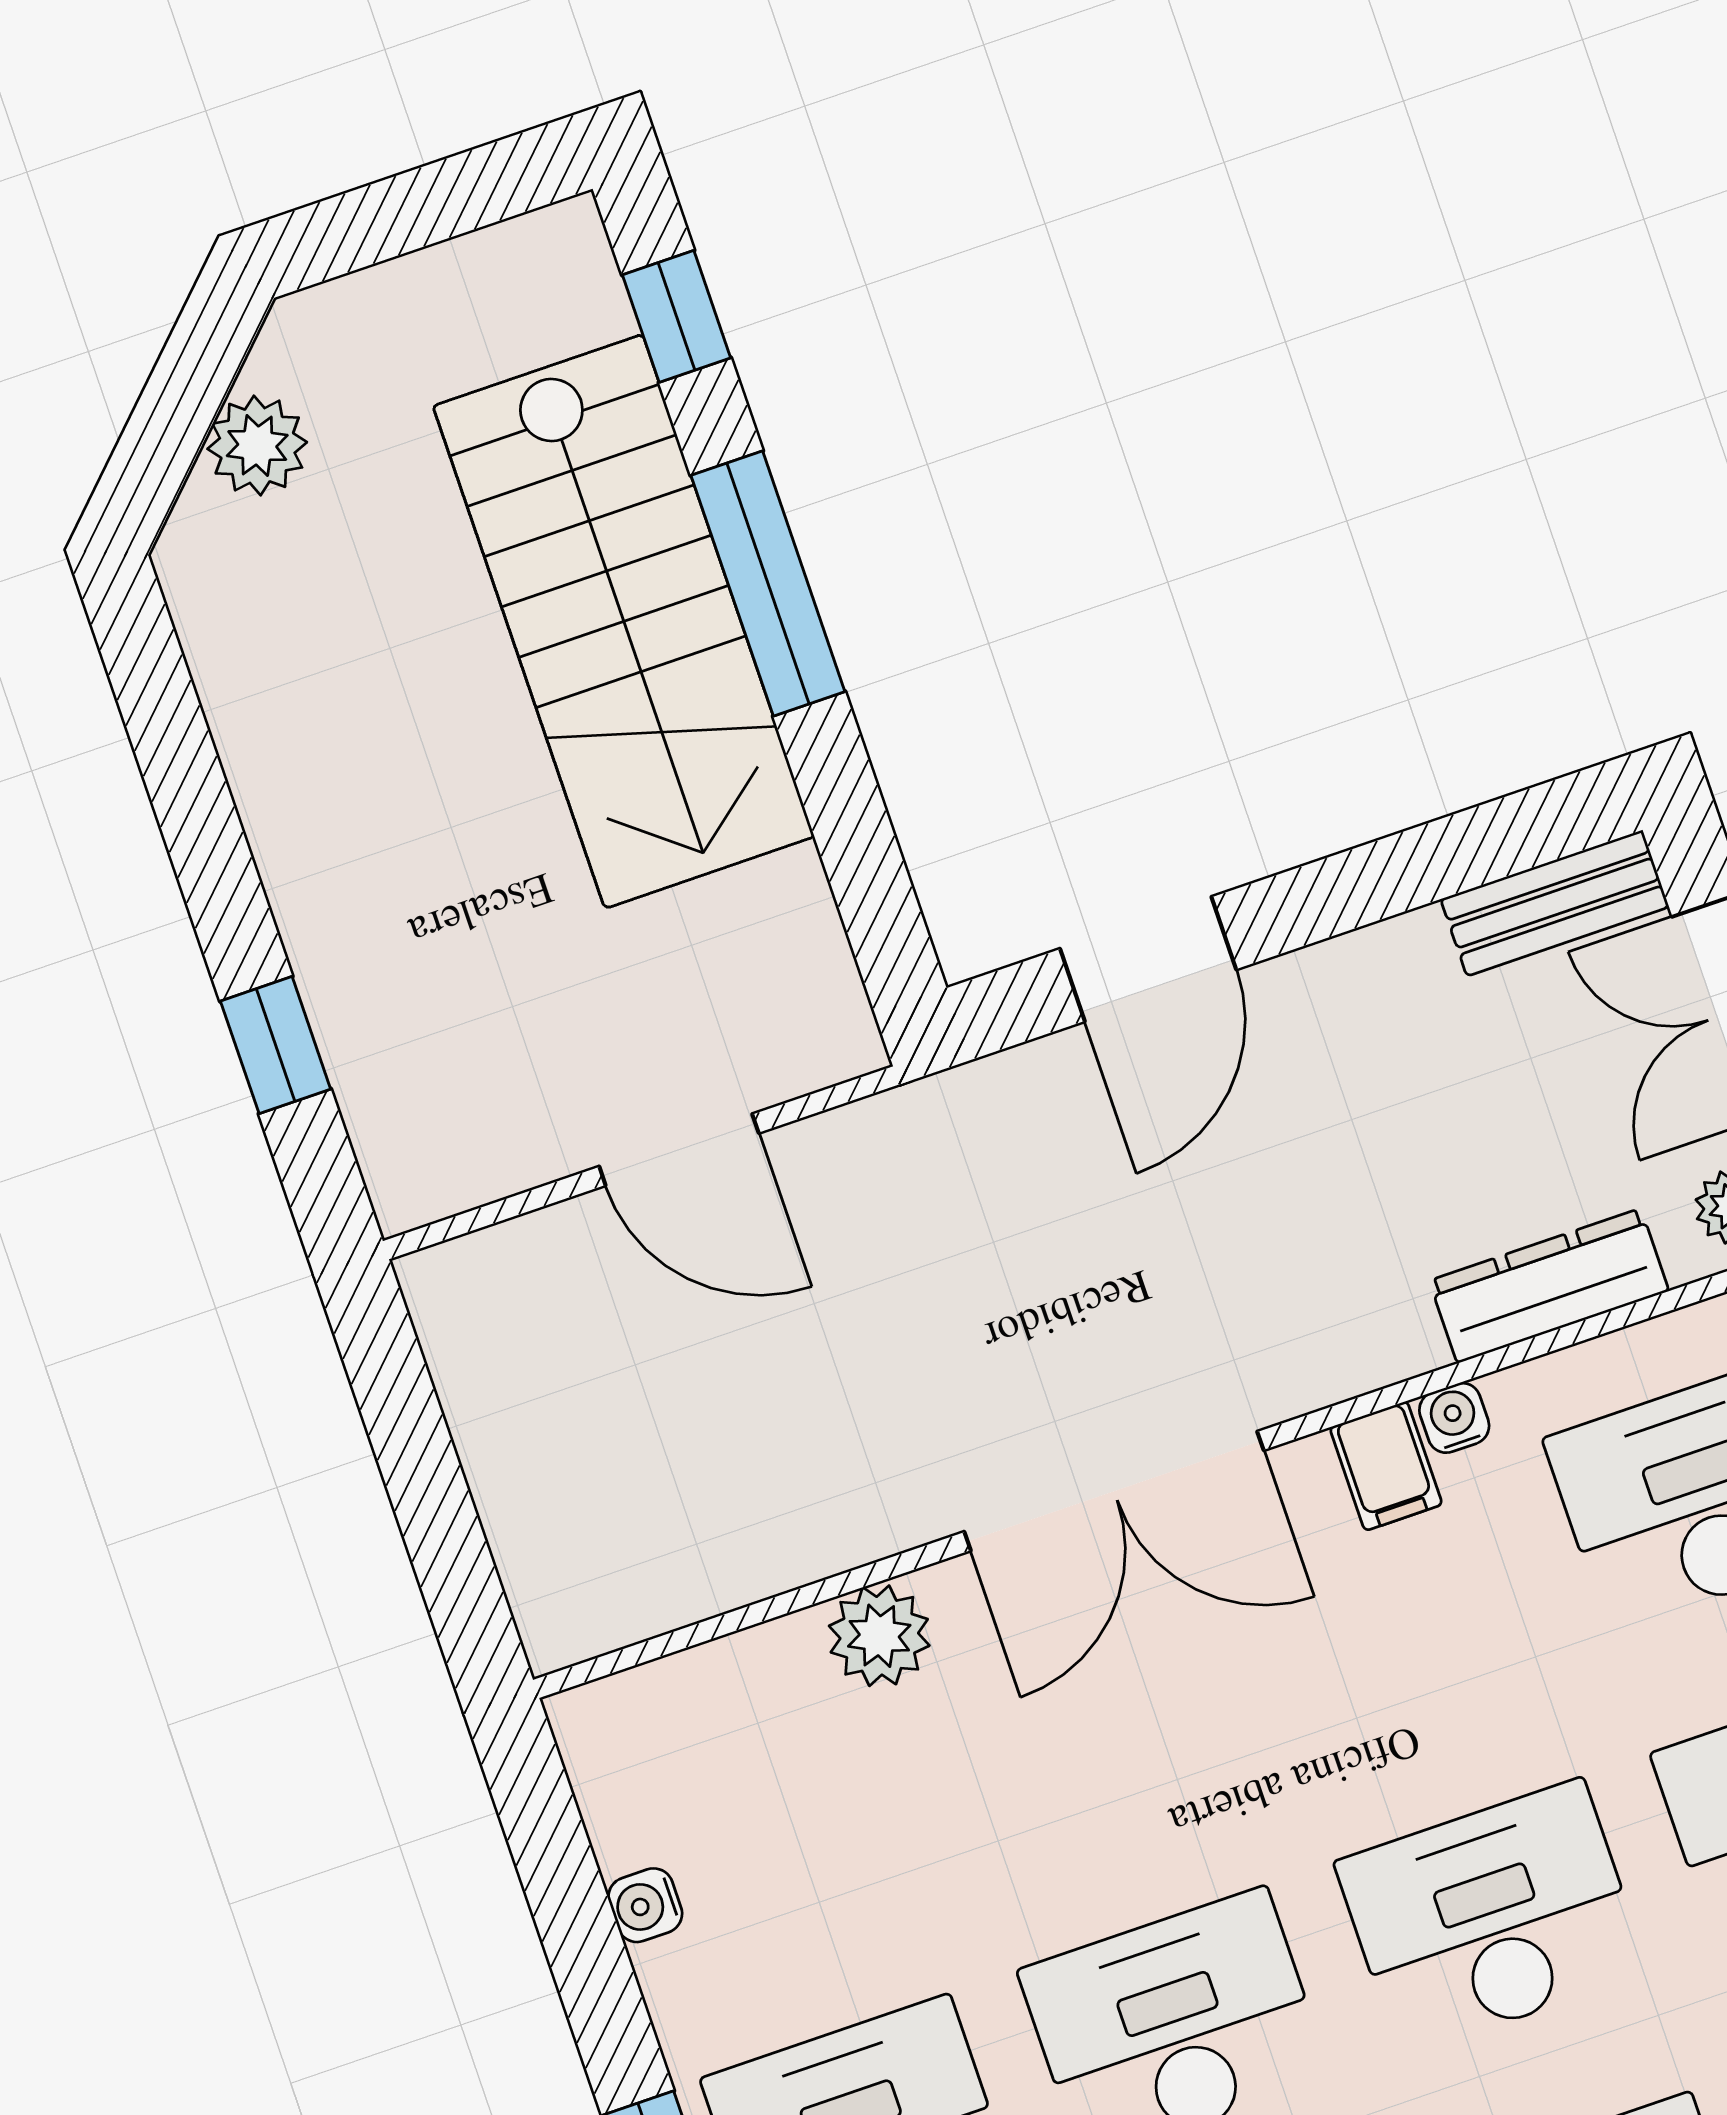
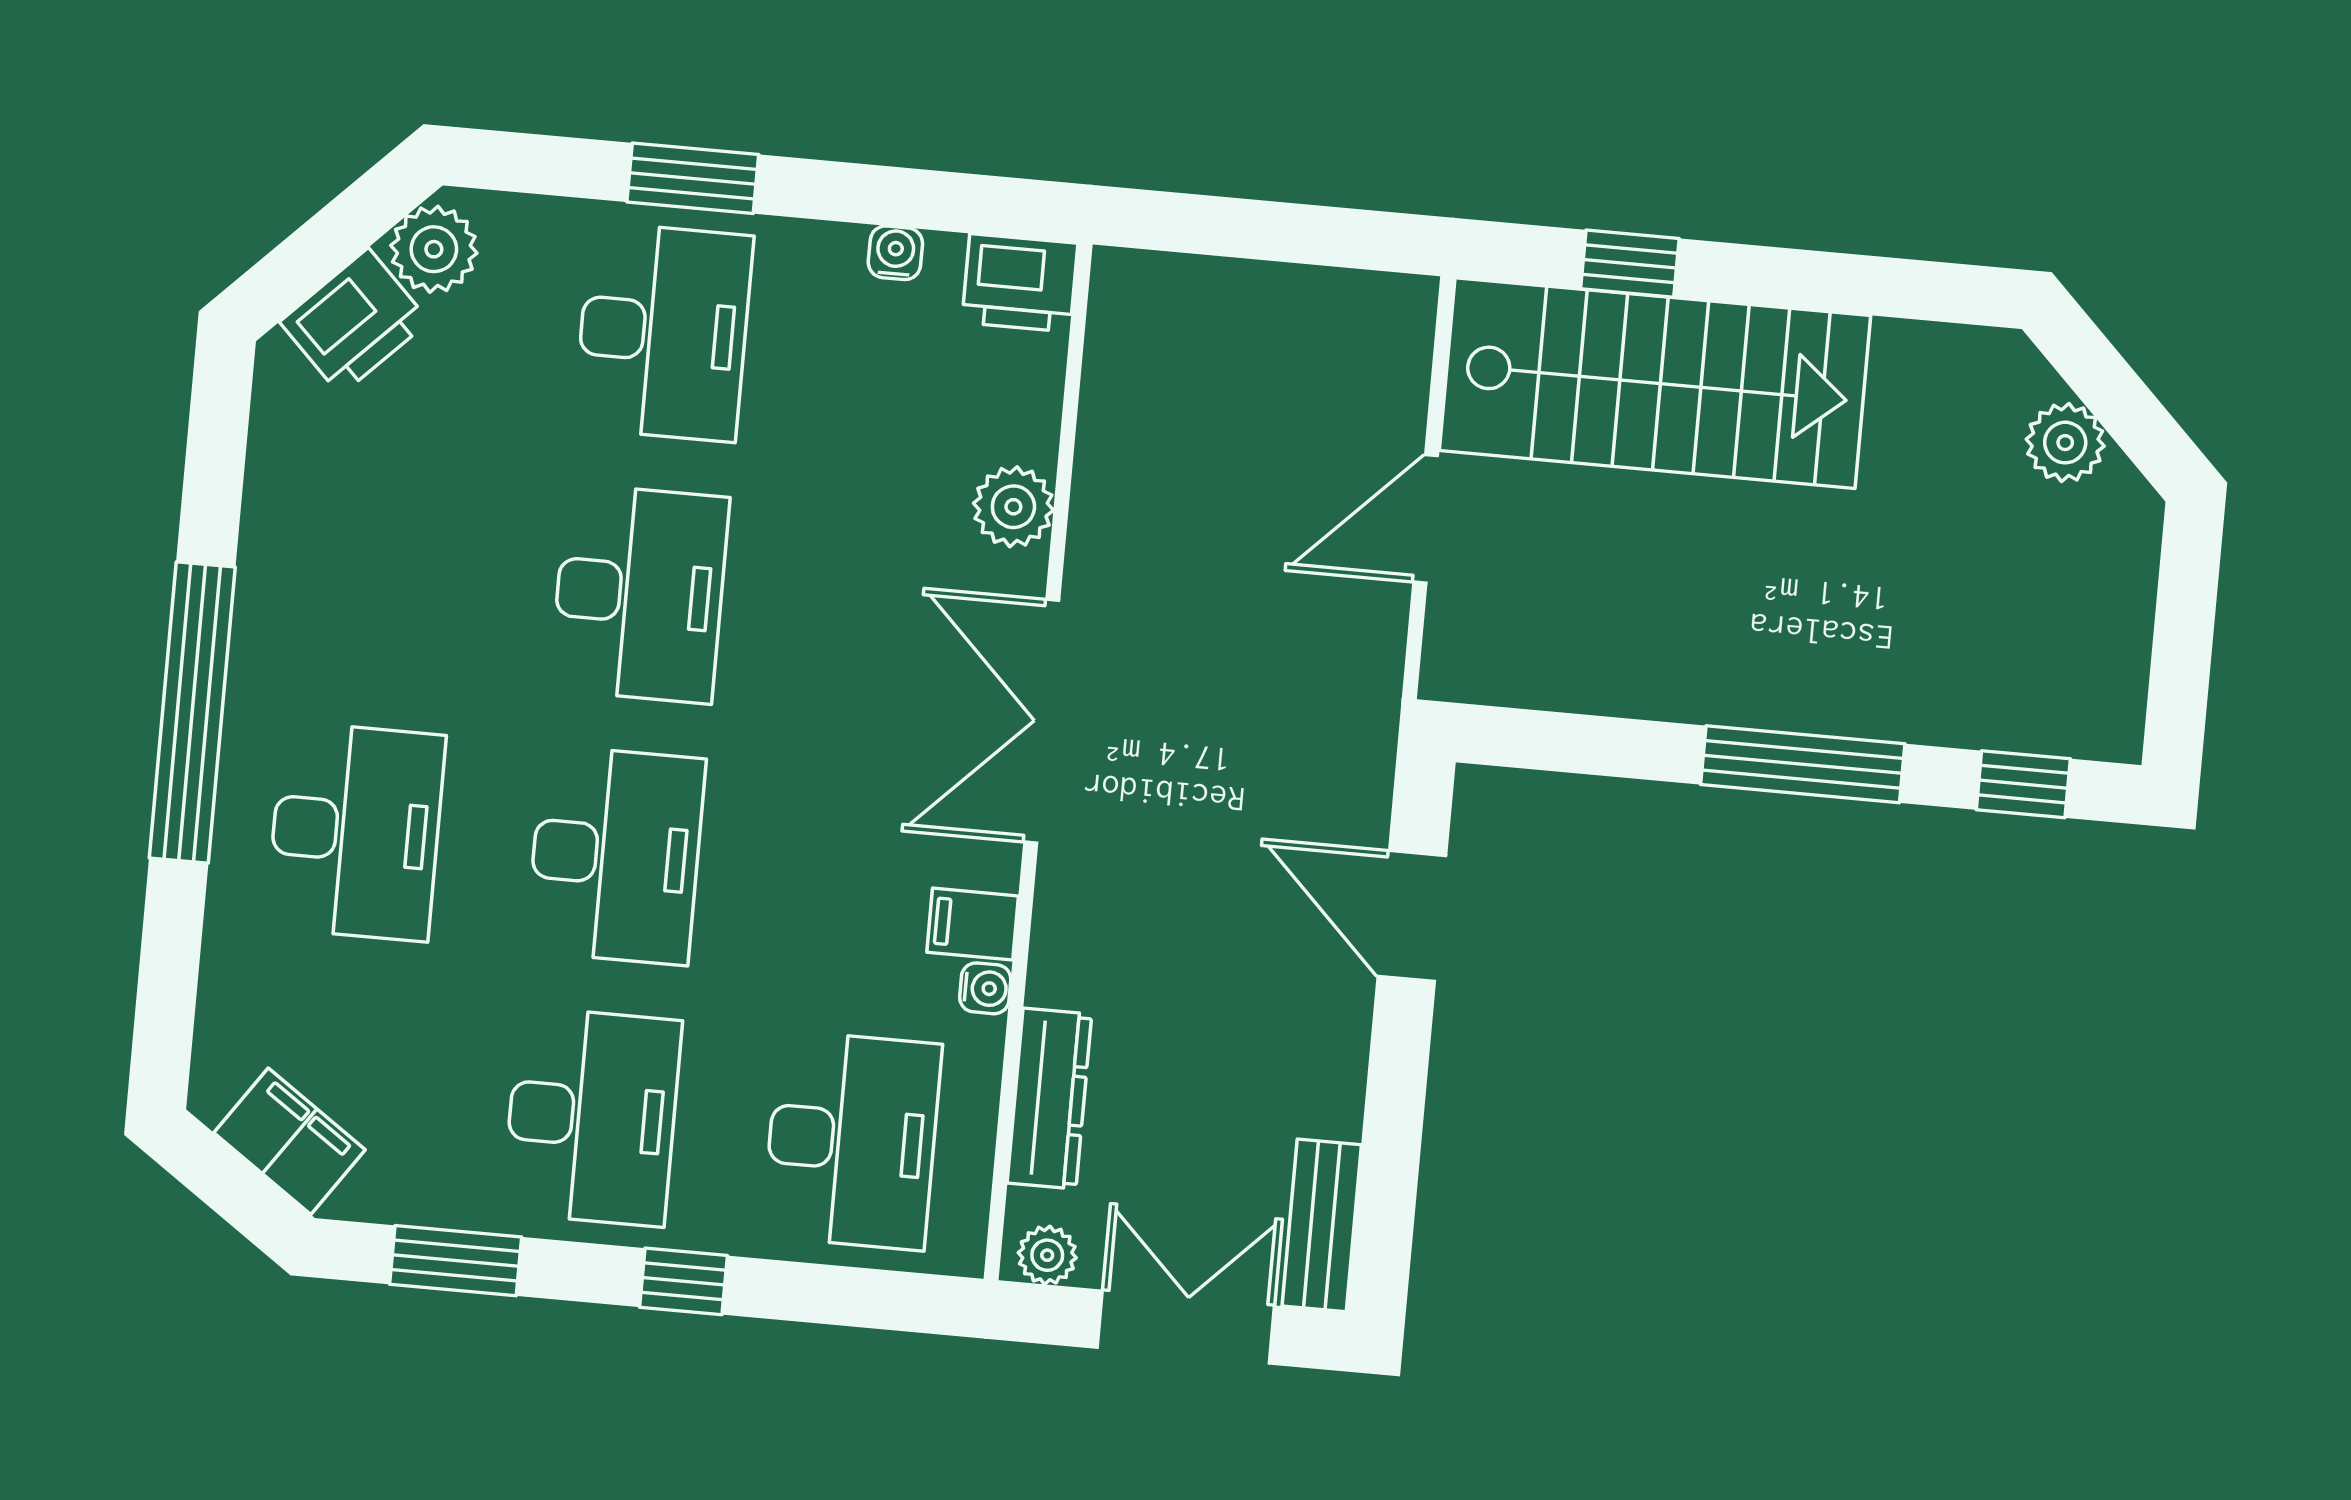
stairs: (624, 621) -> (1655, 383), moved, turned 180
printer: (615, 1745) -> (1020, 283), added

